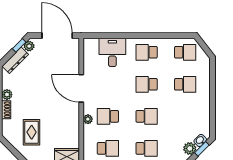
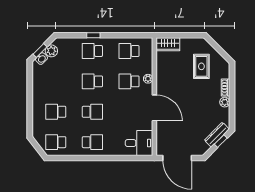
window: (19, 45) -> (221, 141), moved
plant: (29, 46) -> (204, 148), removed
desk: (112, 52) -> (139, 143), moved, turned -90
school desk: (108, 116) -> (129, 81), turned 180

